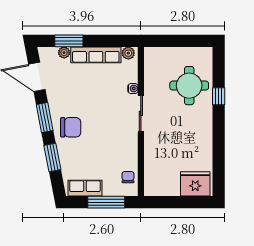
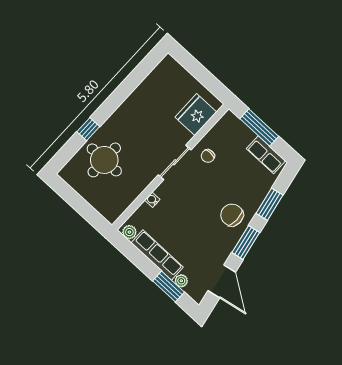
sliding door: (141, 113) -> (175, 162), moved
chair: (128, 177) -> (208, 156), moved
fridge: (195, 184) -> (196, 115), moved, turned 90

